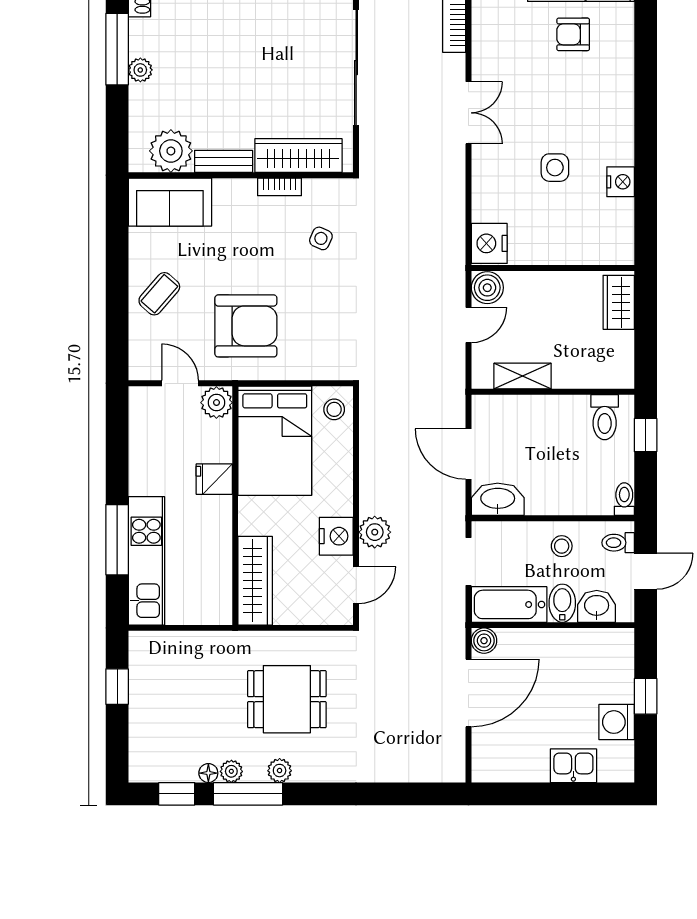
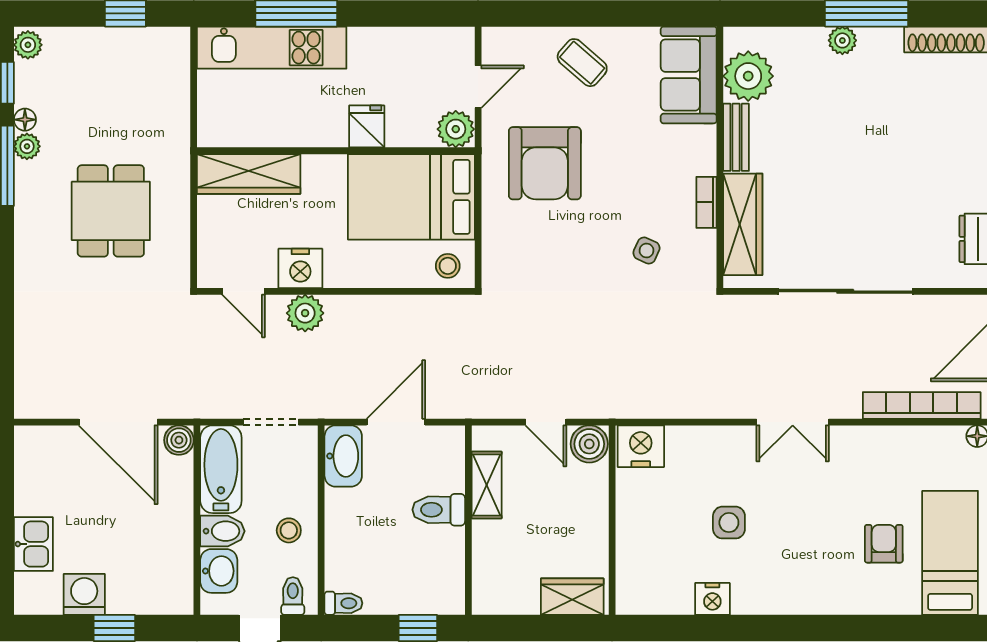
toilet: (605, 417) -> (439, 510), moved
plant: (280, 771) -> (28, 45), moved

